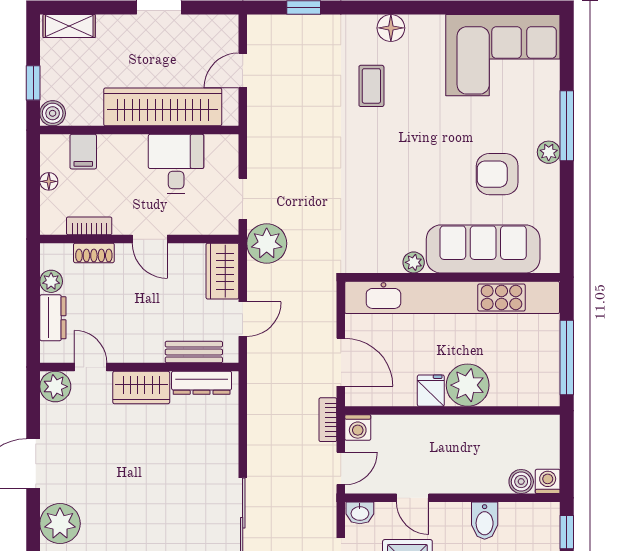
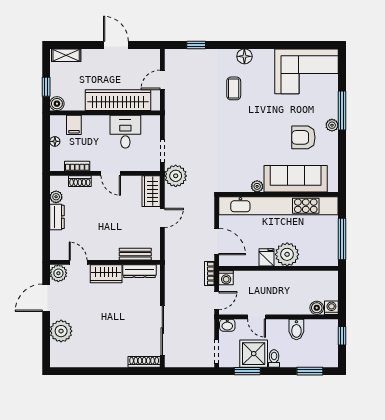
bench: (194, 352) -> (135, 254), moved
door: (91, 367) -> (78, 262), moved
wall: (139, 367) -> (105, 262), moved
dresser: (202, 383) -> (140, 271), moved
plant: (55, 387) -> (58, 273), moved
wardrobe: (141, 387) -> (106, 274), moved

